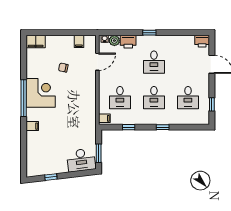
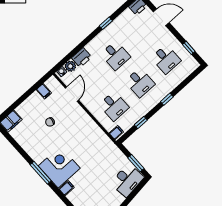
window: (149, 33) -> (106, 23), moved
corner desk: (41, 93) -> (59, 167), moved
window: (24, 98) -> (41, 173), width x0.68

